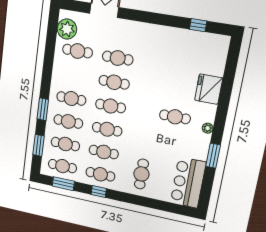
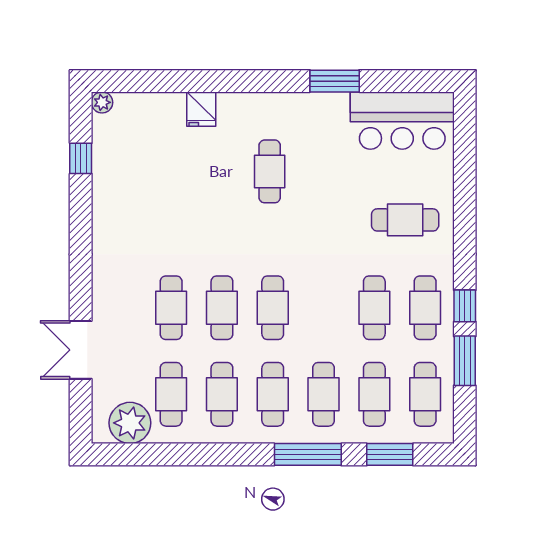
fridge: (209, 89) -> (201, 109), width x0.53, depth x0.75
window: (43, 109) -> (308, 454), width x1.44
plant: (208, 128) -> (102, 102), moved
cafe table: (107, 129) -> (222, 394), moved
window: (63, 184) -> (465, 361), moved

